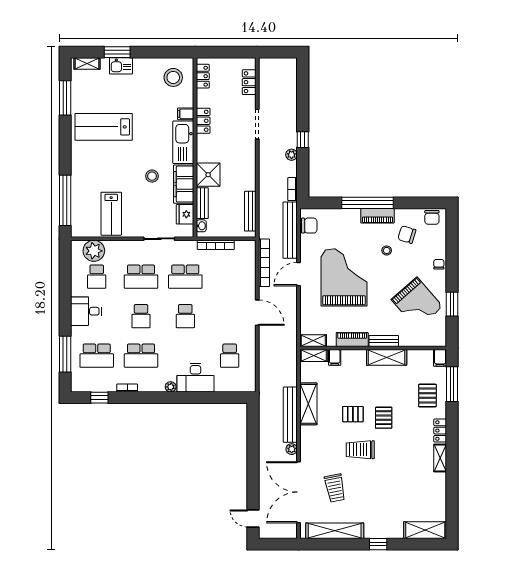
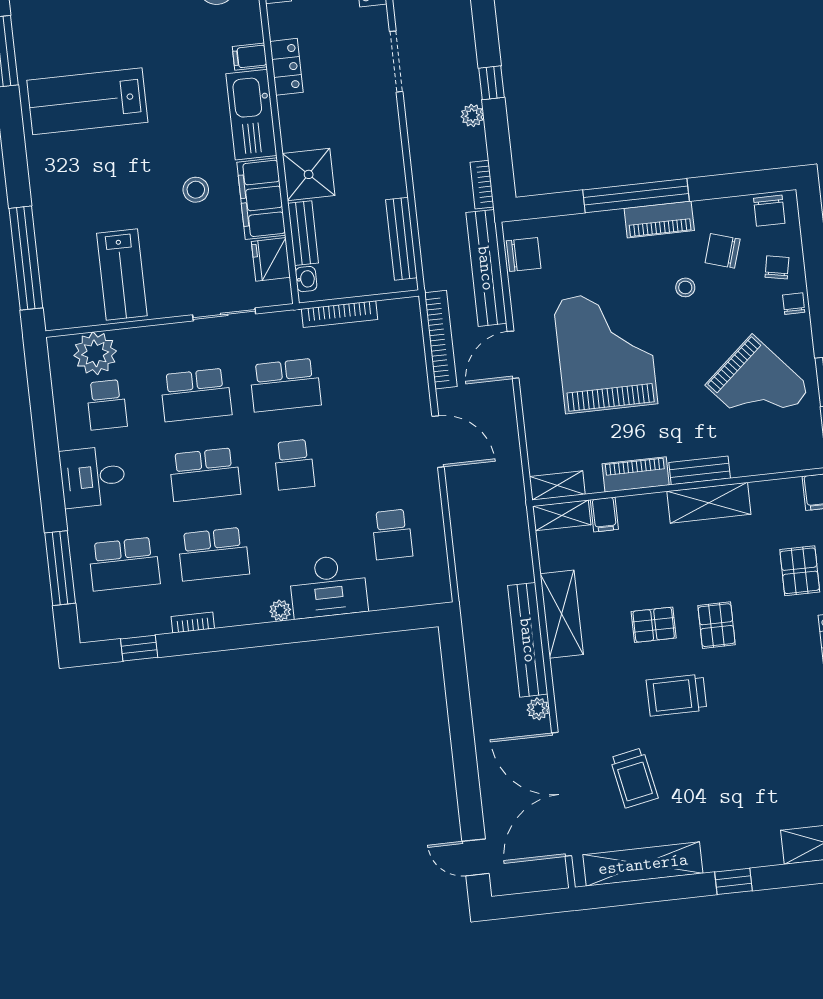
chair: (433, 246) -> (777, 267), added
school desk: (141, 316) -> (205, 474), width x1.85

